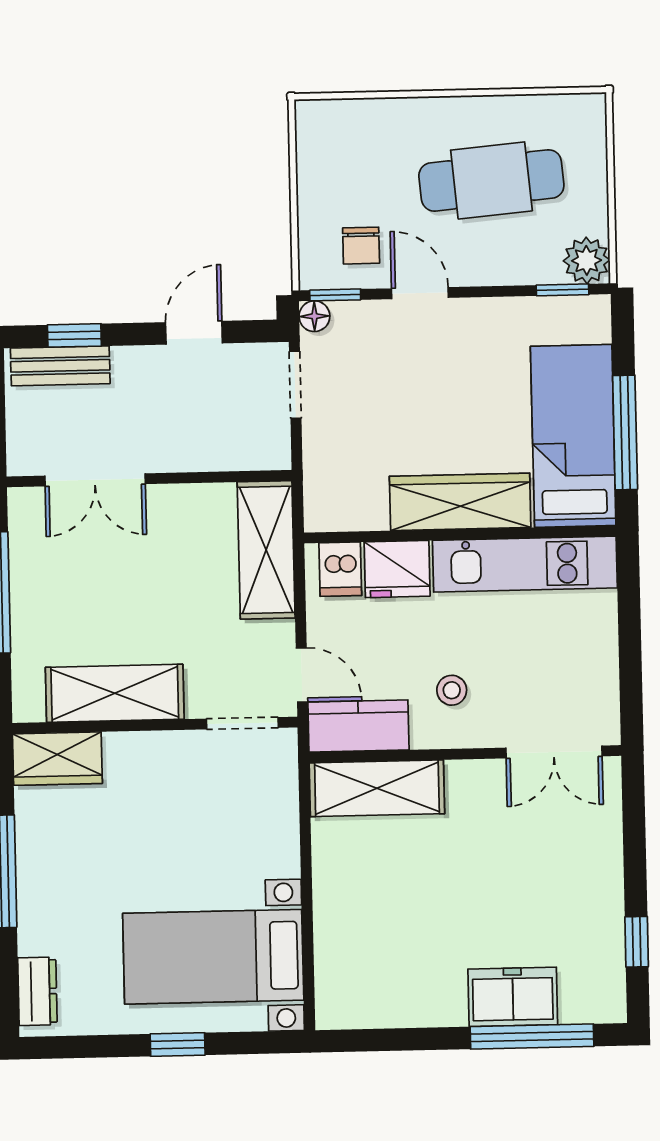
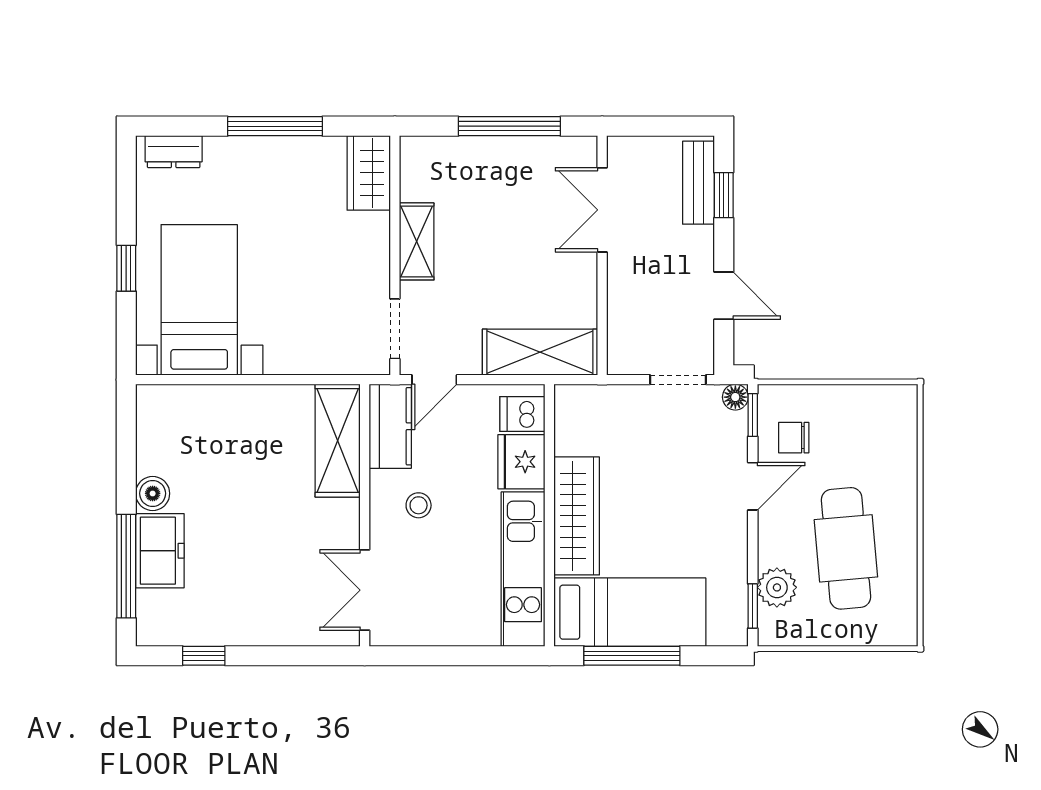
plant: (587, 260) -> (777, 587), moved
shelving: (115, 693) -> (417, 241), width x0.67, depth x0.75
boiler: (445, 1007) -> (153, 493), added

